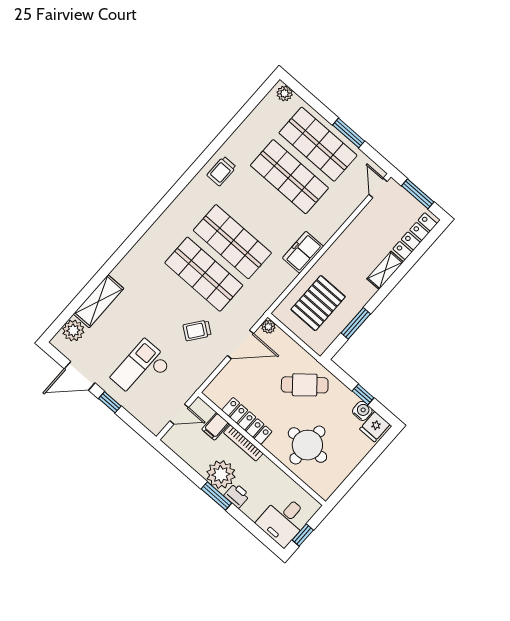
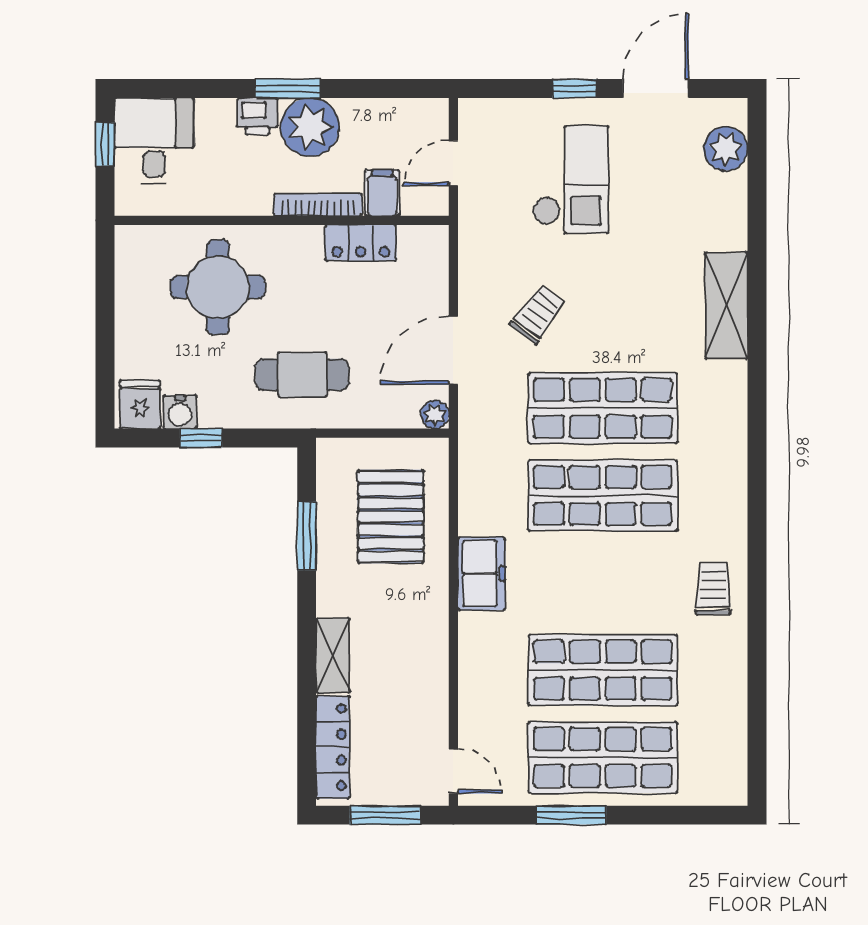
plant: (285, 93) -> (721, 790), removed
shelving: (99, 301) -> (726, 305), moved
cafe table: (305, 385) -> (302, 375), turned 40
locker: (247, 421) -> (361, 243), width x0.66

